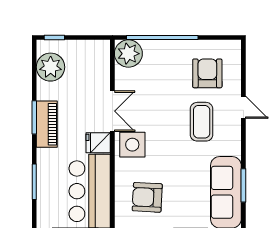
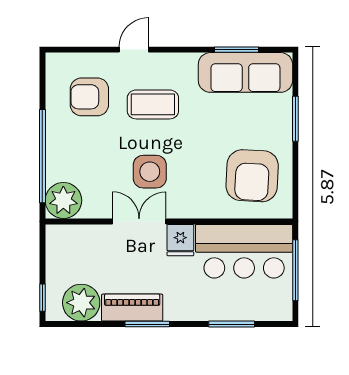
piano: (47, 124) -> (132, 308), moved
side table: (132, 145) -> (150, 172), moved
armchair: (147, 197) -> (252, 176), width x1.36, depth x1.36

